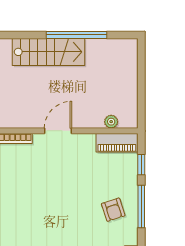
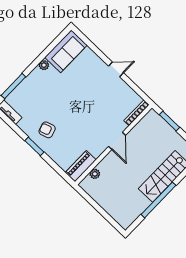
window: (141, 165) -> (57, 168), removed
window: (141, 207) -> (34, 146), width x0.69

